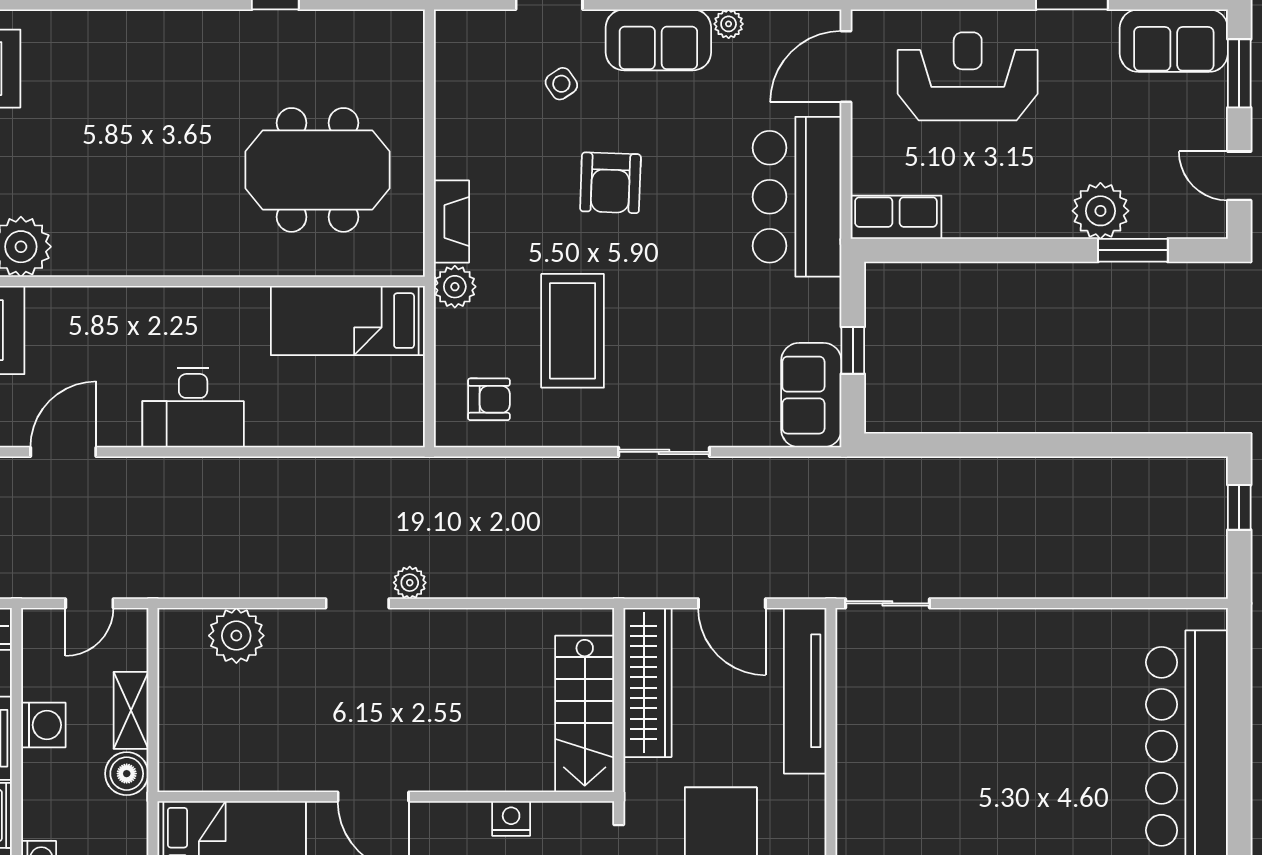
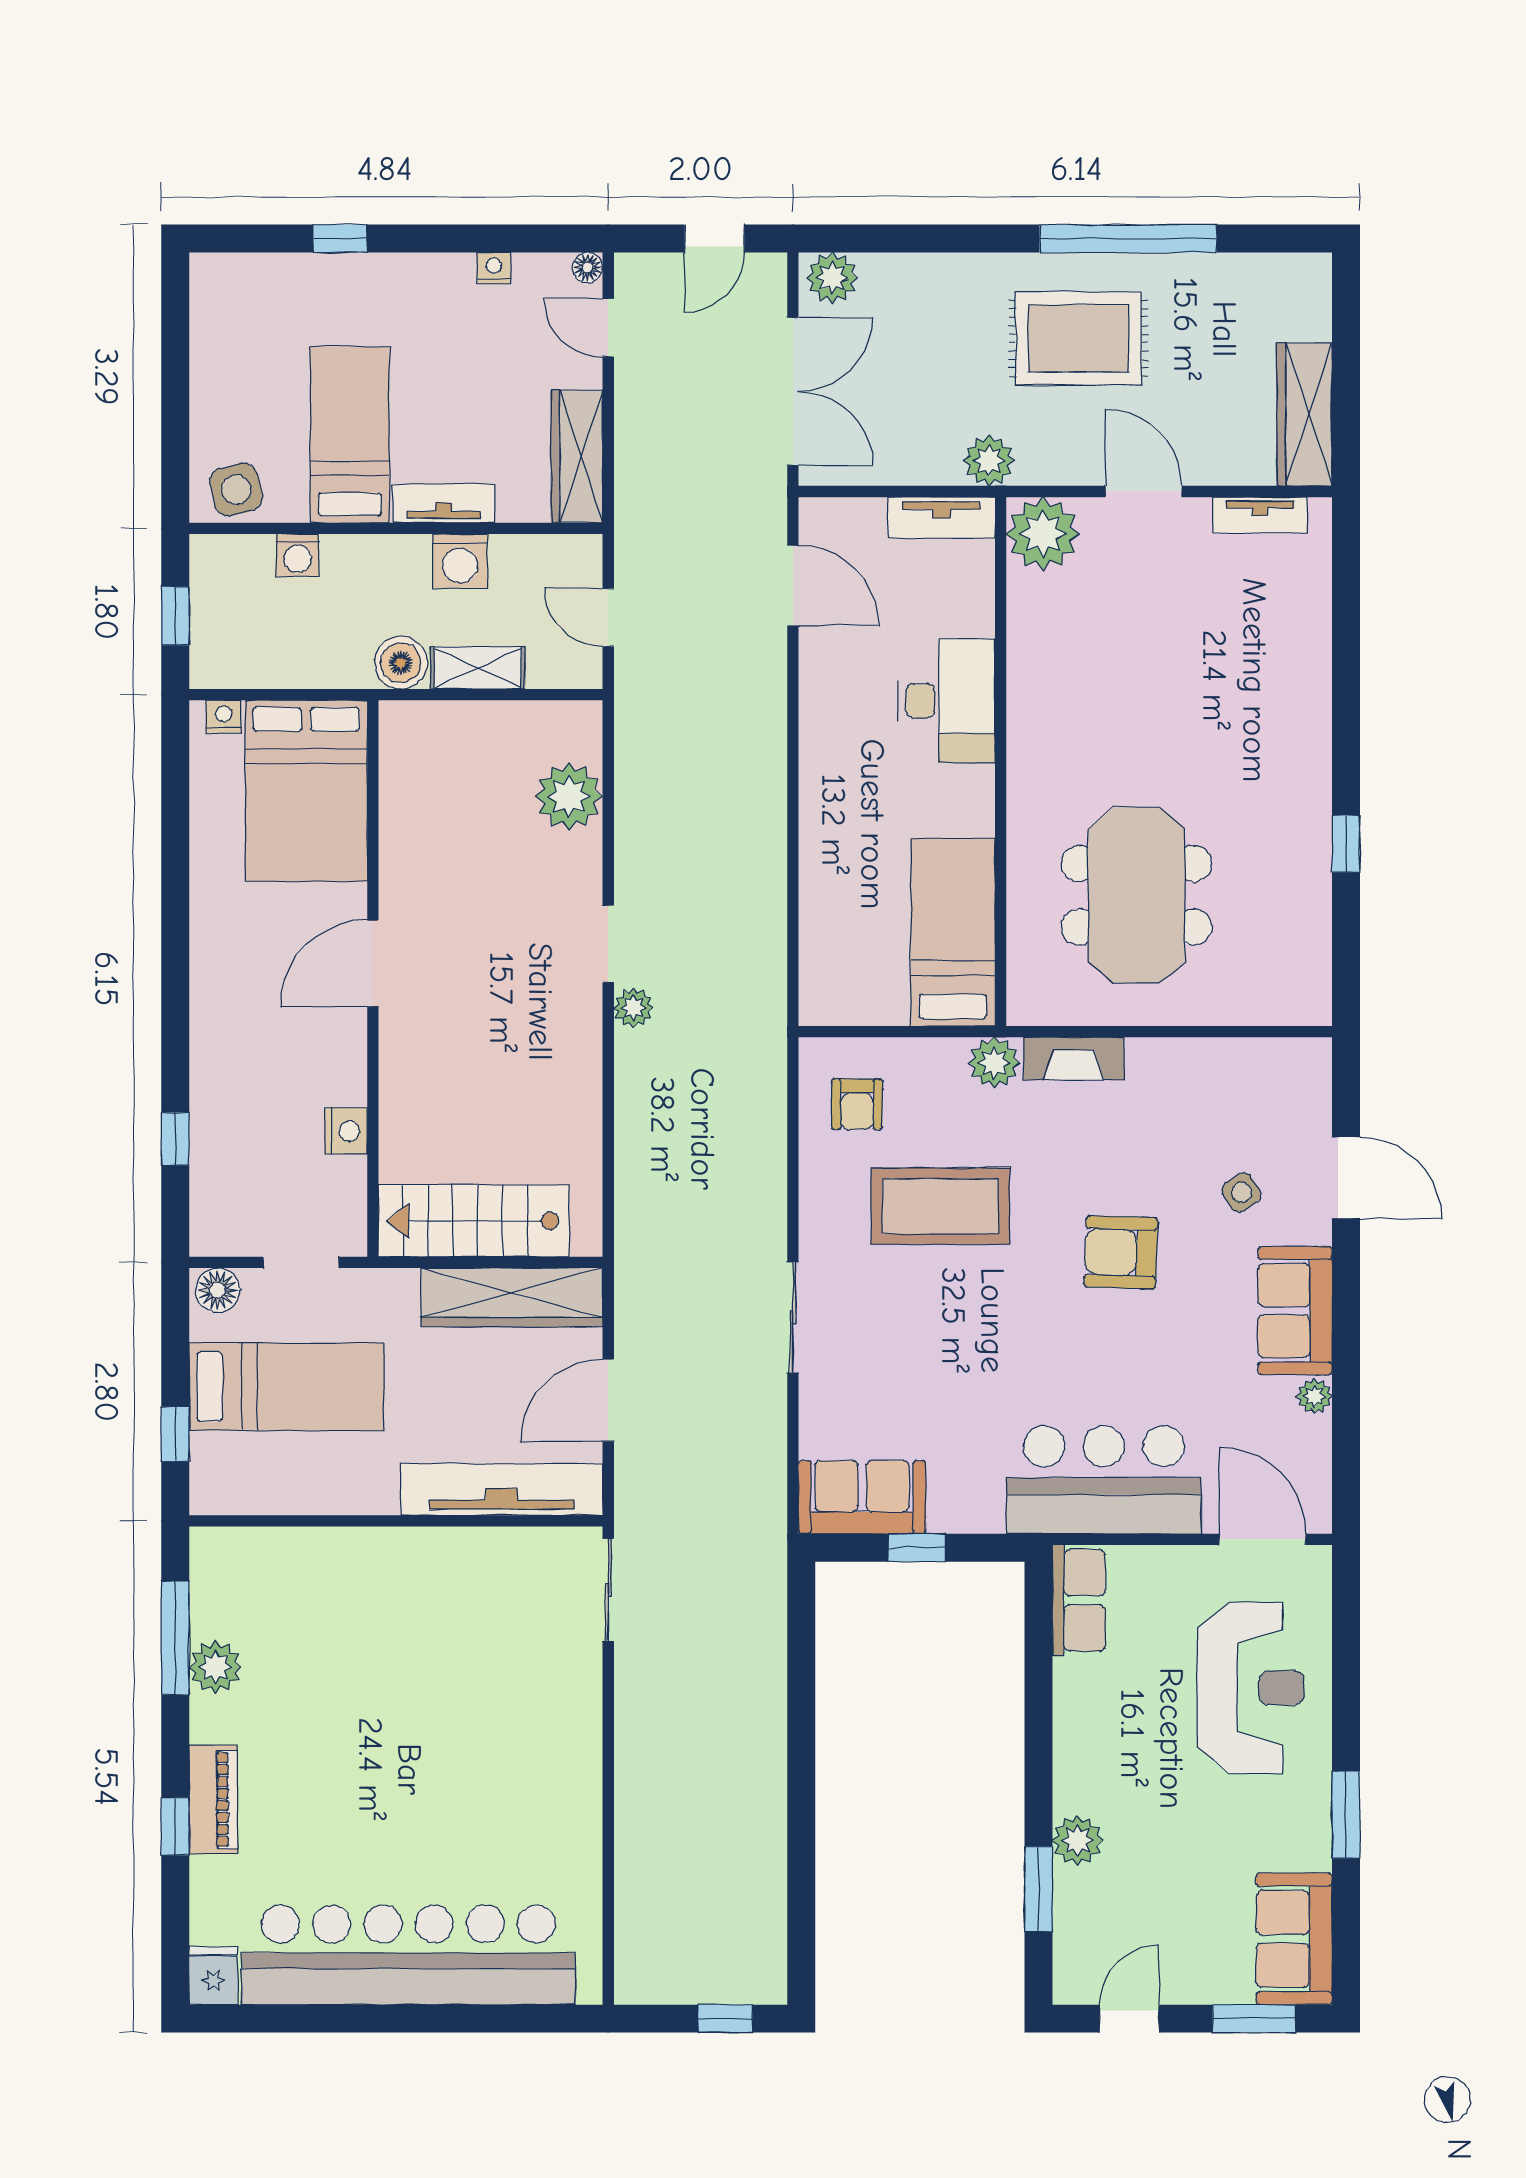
plant: (1100, 211) -> (1078, 1840), width x0.73, depth x0.73
desk: (193, 407) -> (947, 701), moved, turned 180

